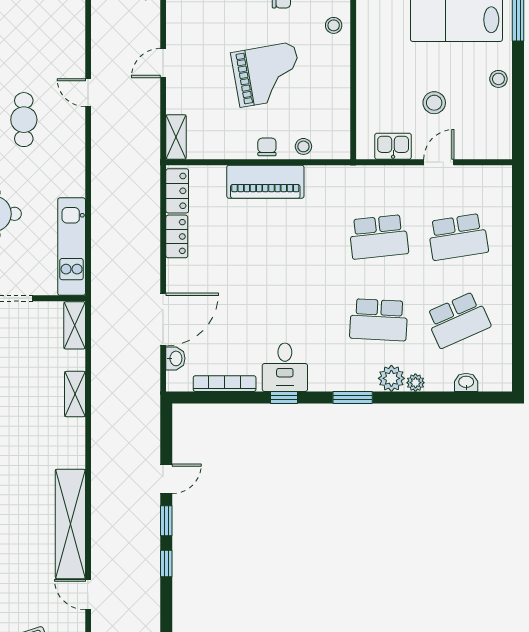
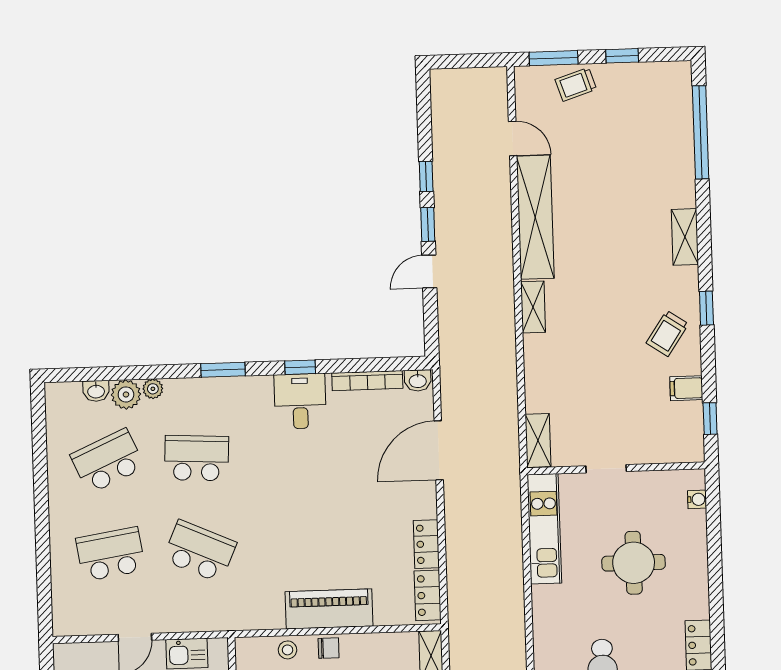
chair: (267, 147) -> (329, 648), turned -90
school desk: (379, 237) -> (200, 551), turned 30
washbasin: (175, 358) -> (418, 381), moved, turned -90
plant: (391, 378) -> (126, 394), moved
shelving: (75, 394) -> (533, 307), moved

